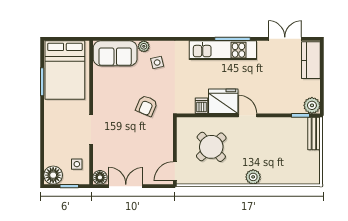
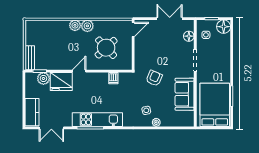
sofa: (115, 53) -> (185, 94), moved, turned -90
fridge: (223, 101) -> (61, 82), moved
plant: (312, 105) -> (43, 78), moved
door: (248, 115) -> (79, 71), swing flipped
plant: (236, 176) -> (87, 26), added
floor lamp: (100, 177) -> (189, 36), moved
double door: (126, 186) -> (170, 19), swing flipped

